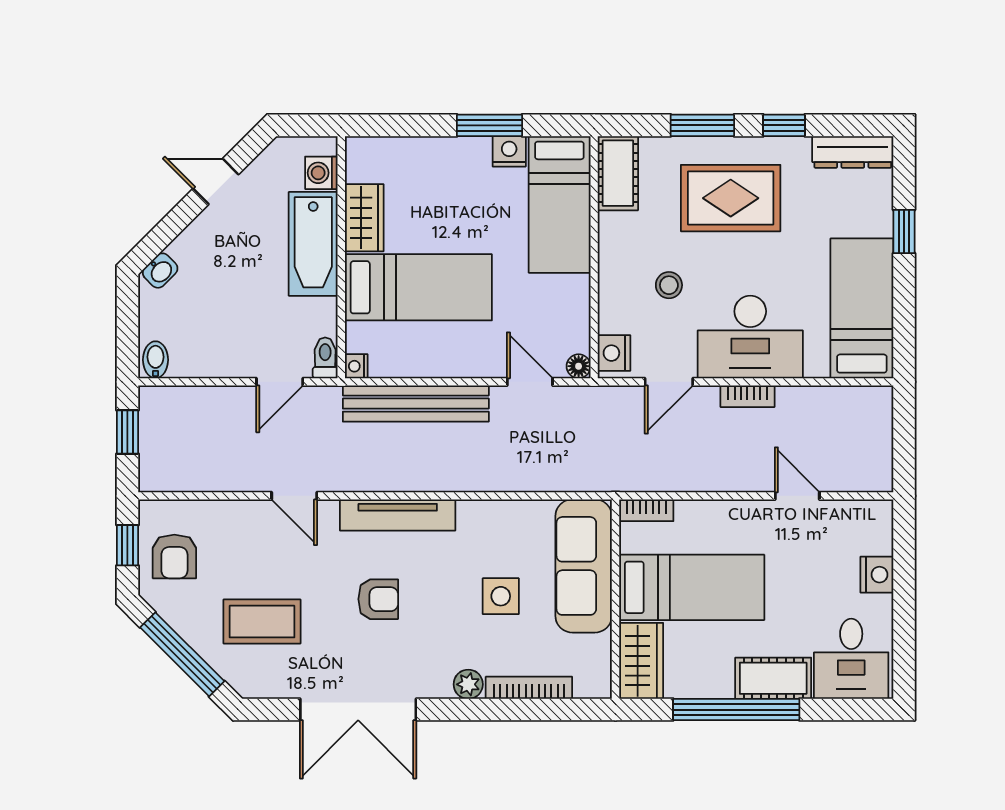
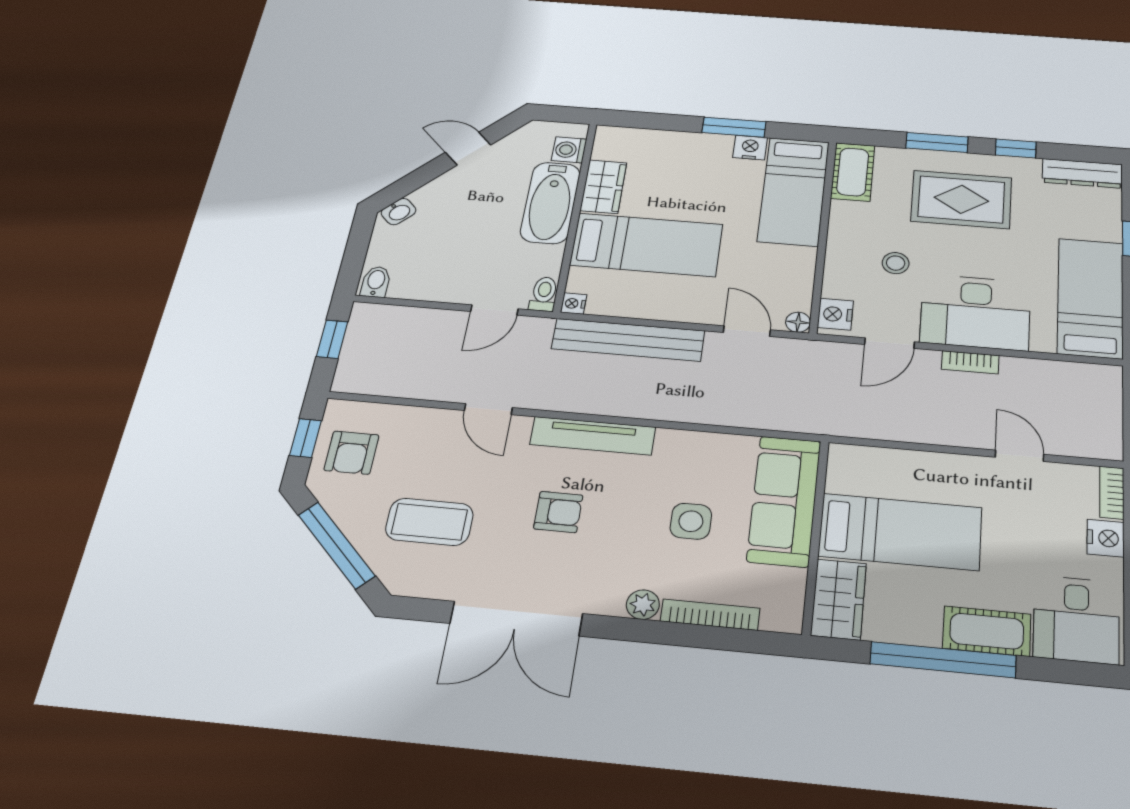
bookcase: (646, 510) -> (1112, 493), moved, turned 90

